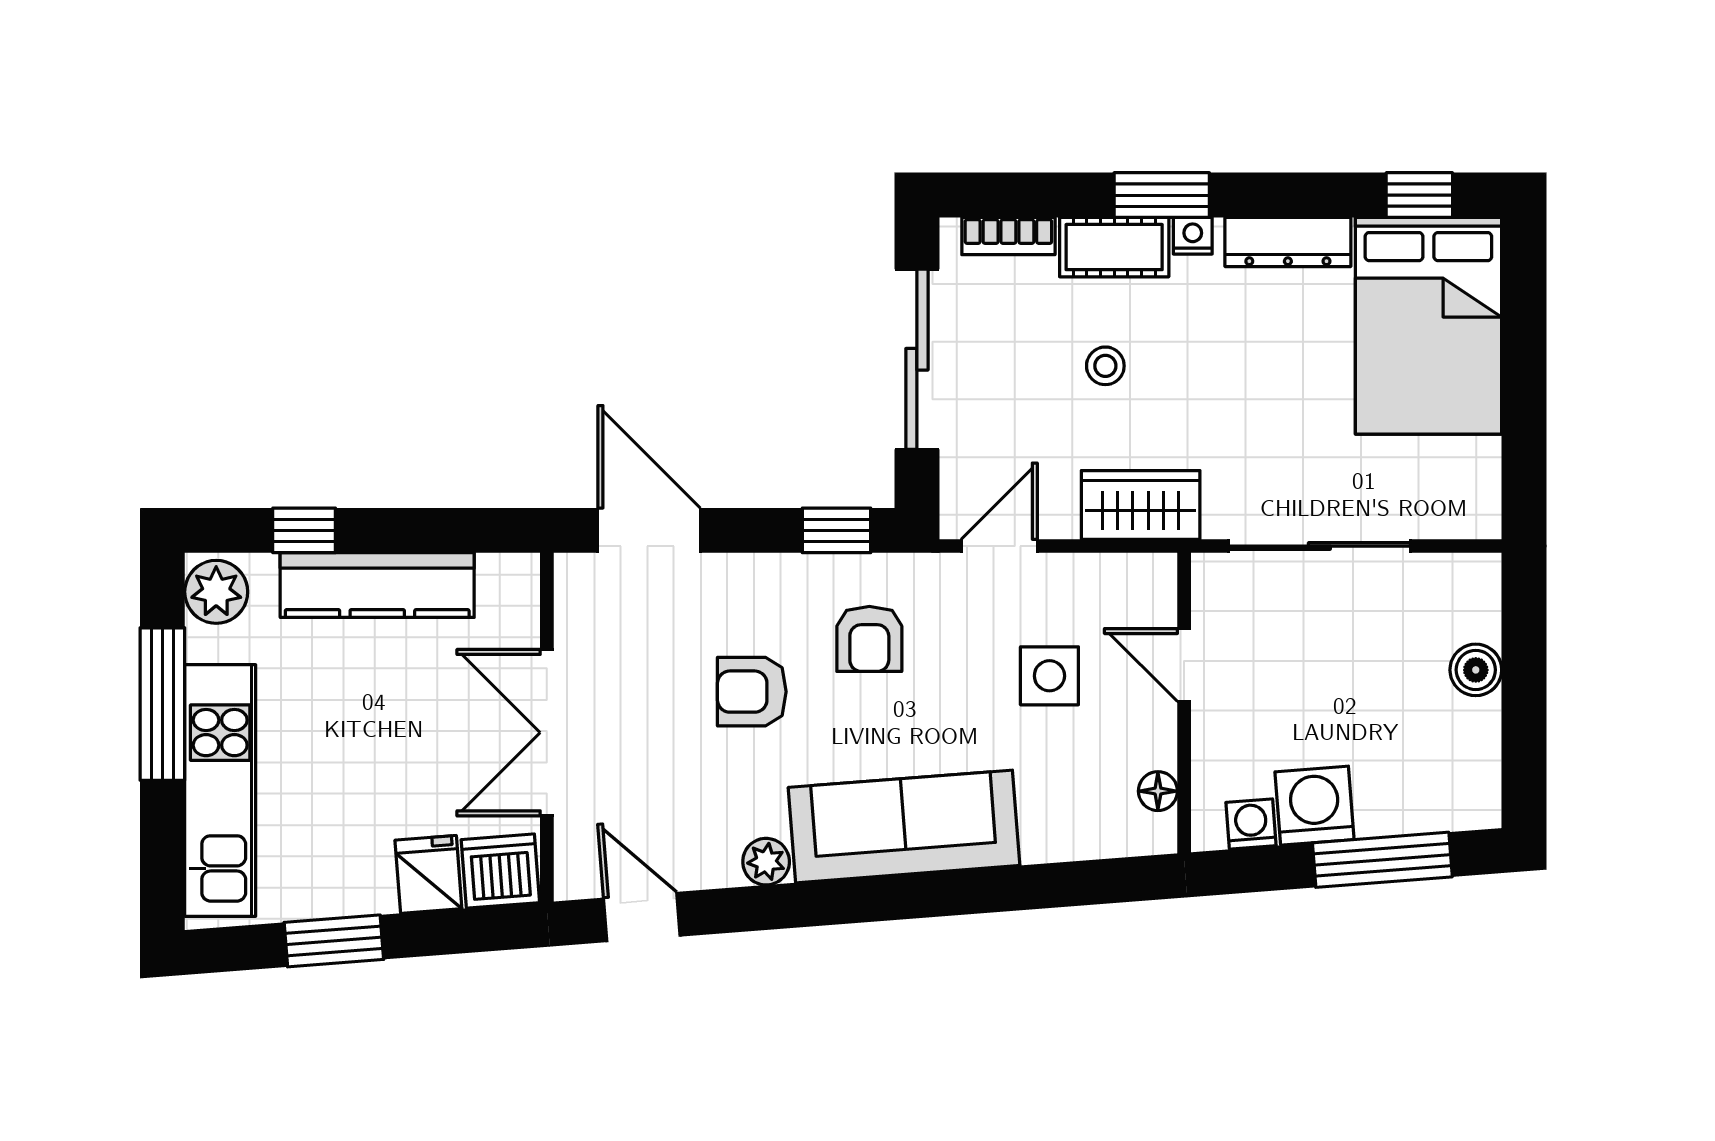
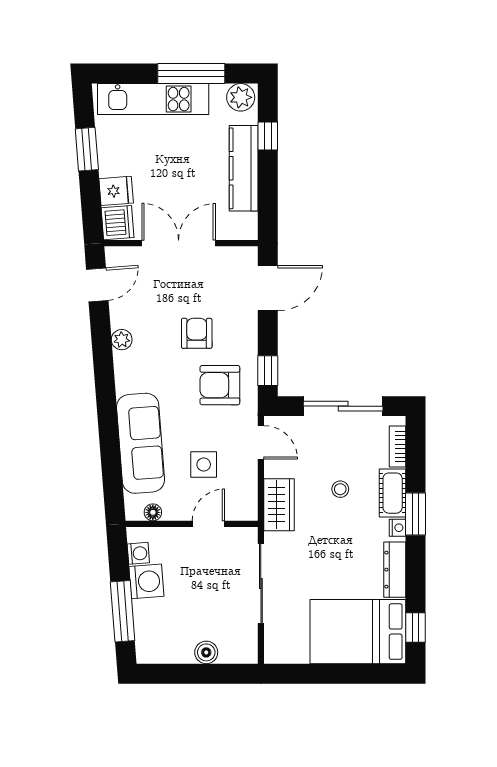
armchair: (869, 639) -> (220, 385), width x1.38, depth x1.38
sofa: (904, 826) -> (141, 443), moved

